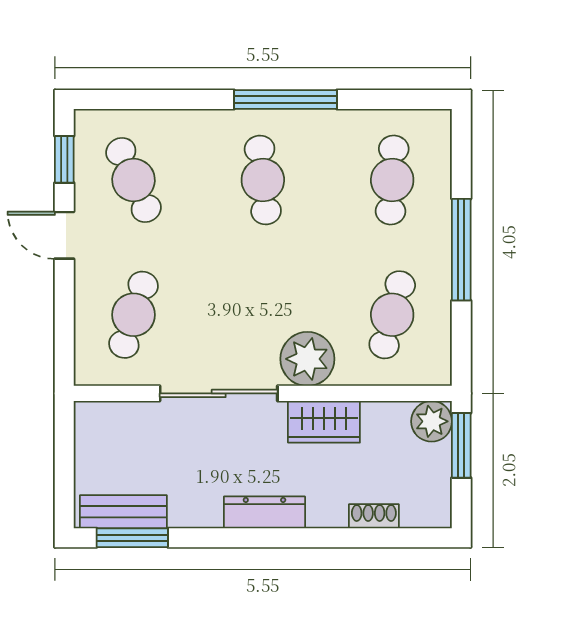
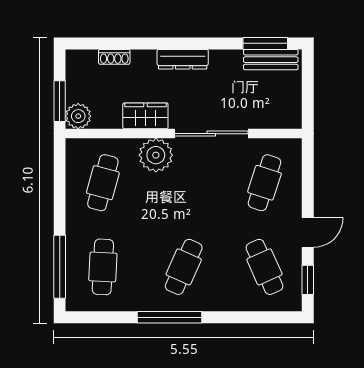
cafe table: (263, 180) -> (184, 267), turned 30
door: (64, 235) -> (308, 232), hinge flipped
window: (461, 250) -> (60, 267), moved

